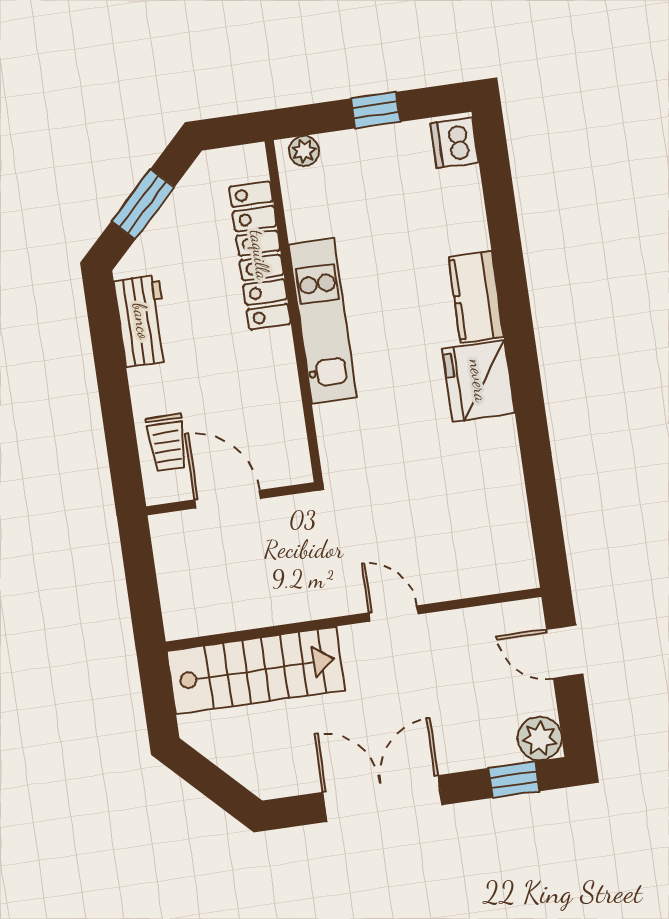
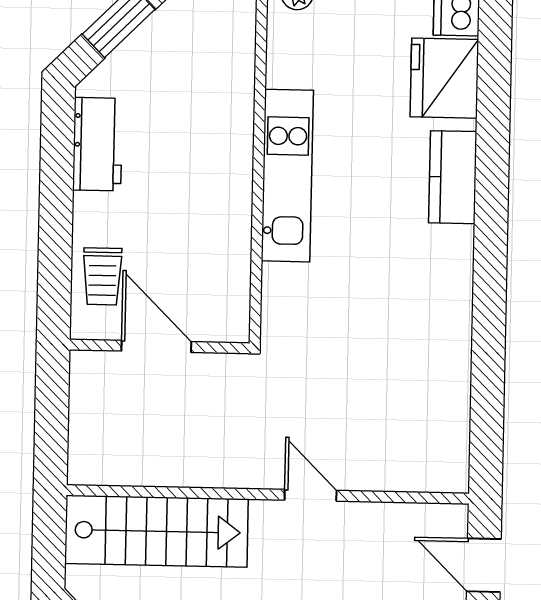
locker: (260, 255) -> (233, 96), removed
fridge: (479, 381) -> (444, 78), moved

